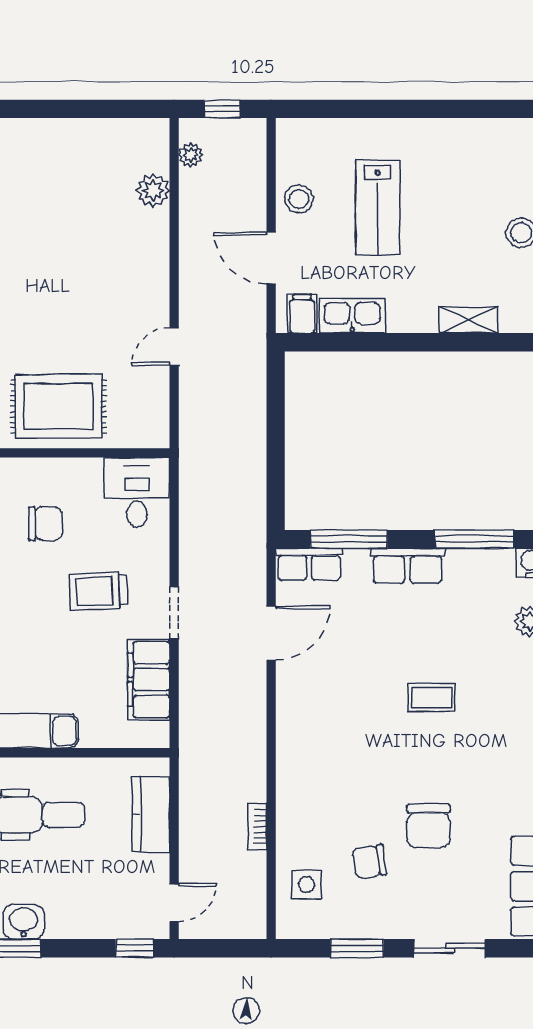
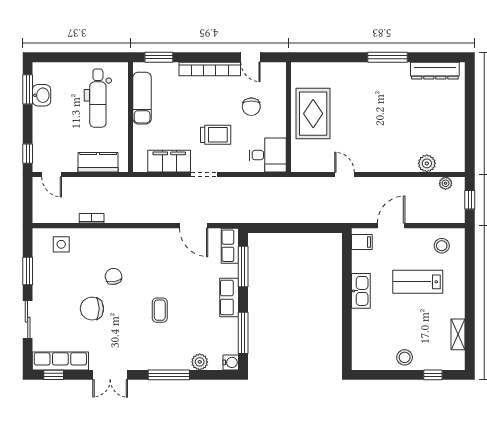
stool: (299, 199) -> (442, 246), moved
kitchen sink: (352, 316) -> (361, 291), moved
shelving: (468, 320) -> (458, 334), moved
trolley: (99, 591) -> (216, 135), turned 93
chair: (369, 862) -> (113, 276), moved

